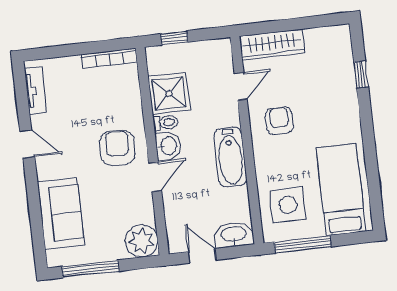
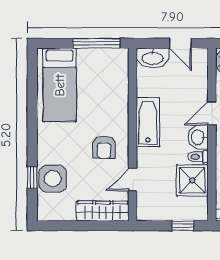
side table: (288, 205) -> (53, 179), moved

